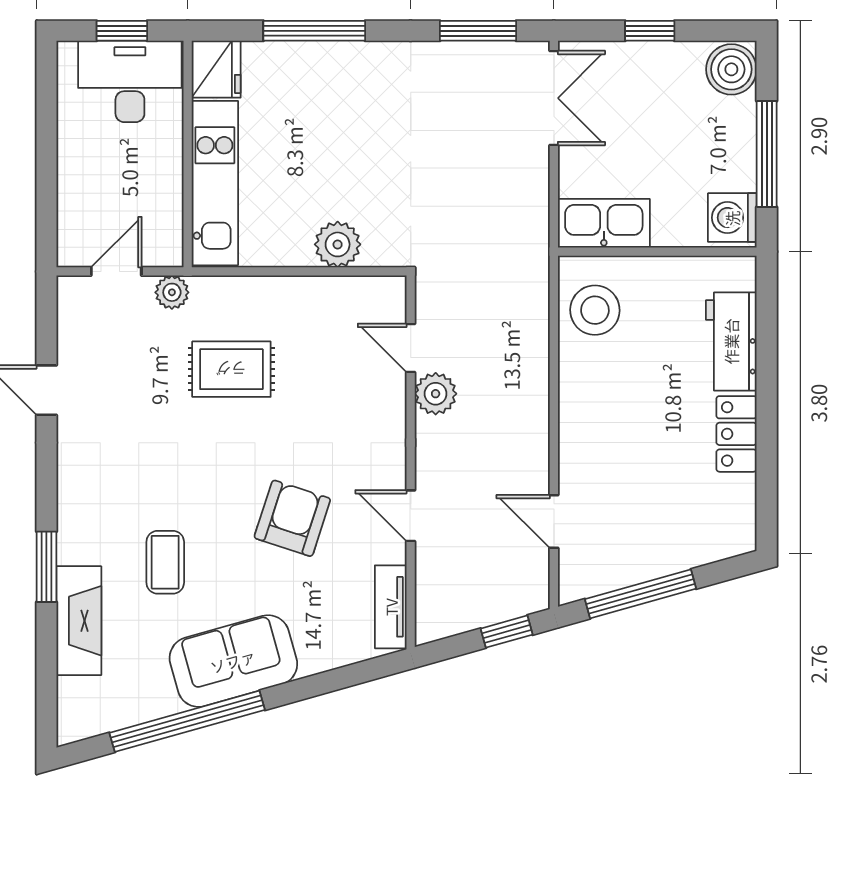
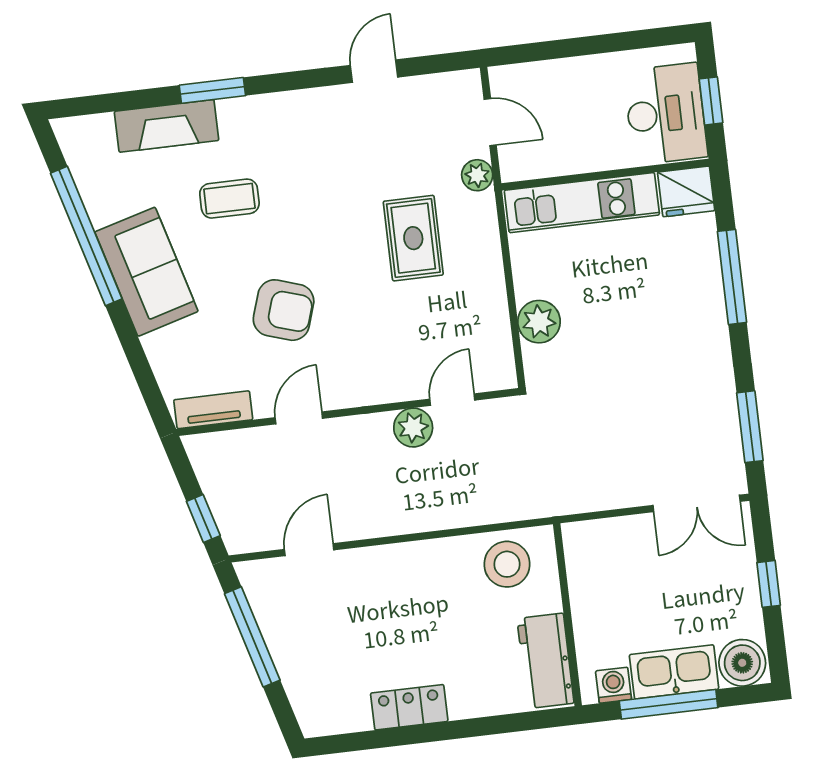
washing machine: (732, 218) -> (614, 685), width x0.73, depth x0.73
kitchen sink: (604, 223) -> (674, 672), moved, turned -90
workbench: (731, 341) -> (546, 661), moved, turned -90

